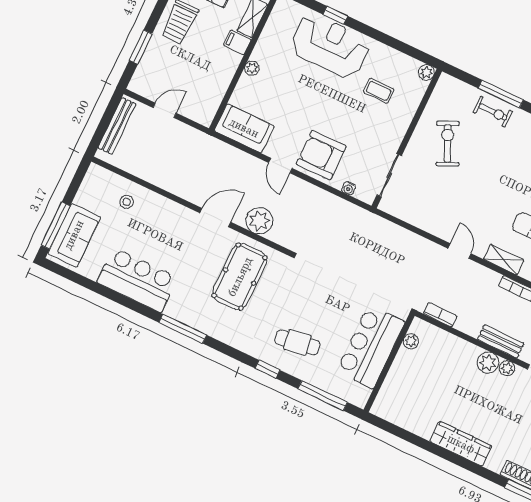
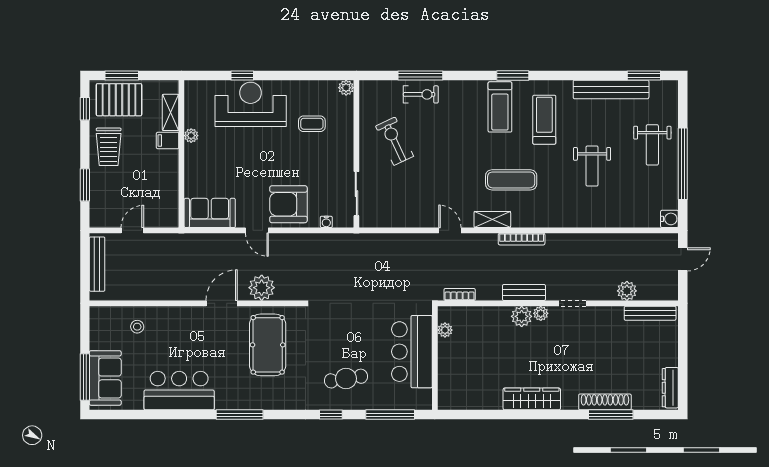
plant: (252, 68) -> (191, 136), moved

